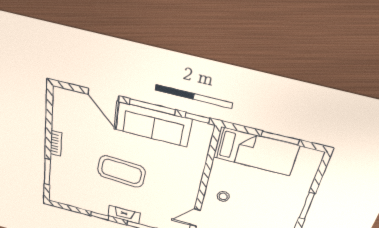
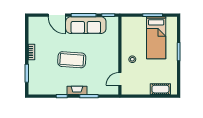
bed: (256, 151) -> (156, 38), moved, turned 90

